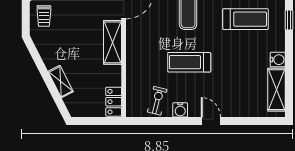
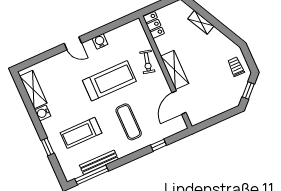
treadmill: (189, 62) -> (109, 81), width x1.37, depth x1.38
exercise bike: (157, 101) -> (147, 62), moved

